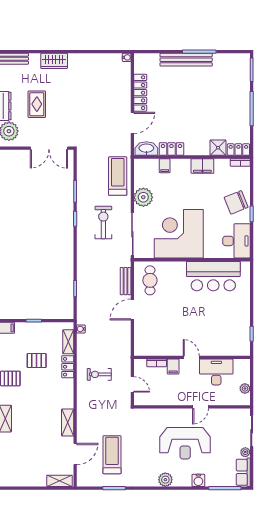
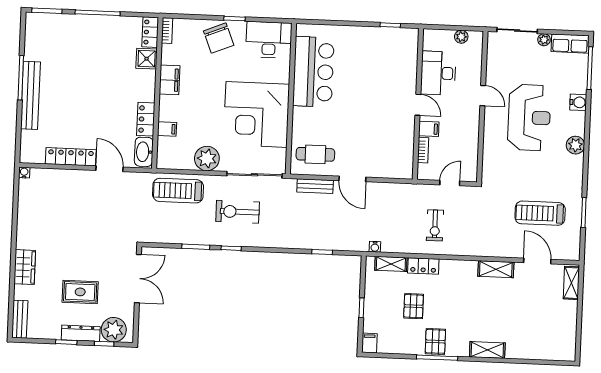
door: (191, 357) -> (418, 105), swing flipped

